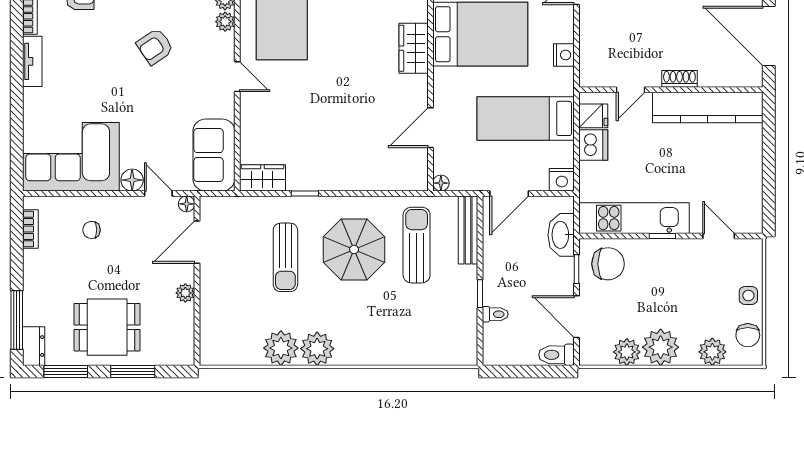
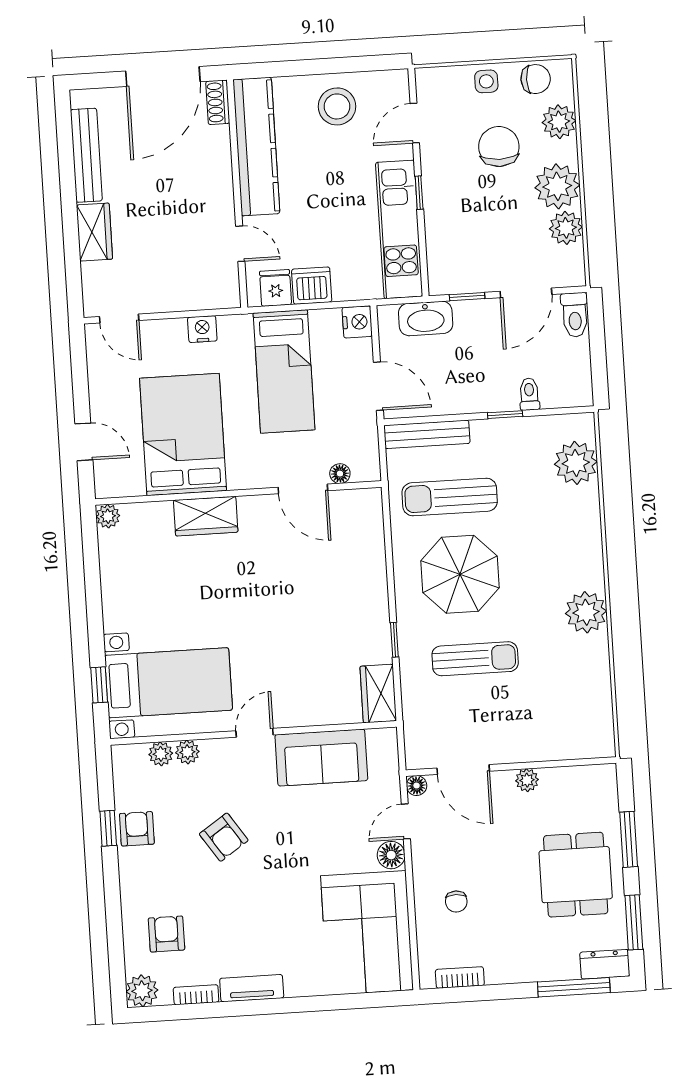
shoe rack: (679, 79) -> (218, 102), moved
sofa: (214, 155) -> (321, 758), moved
stool: (736, 174) -> (337, 106), added
floor lamp: (441, 183) -> (340, 474), moved
chair: (608, 264) -> (499, 146), moved
plant: (281, 348) -> (576, 463), moved

